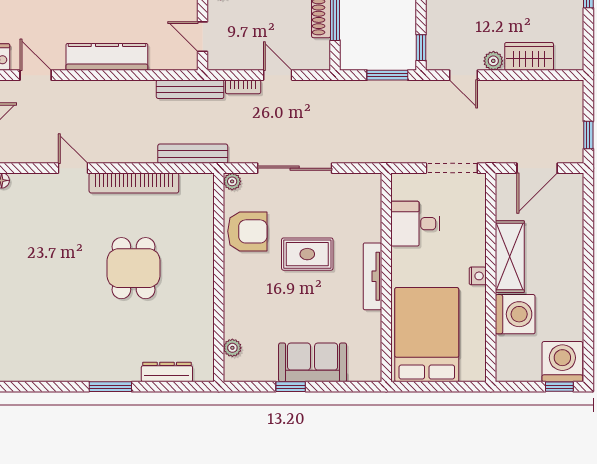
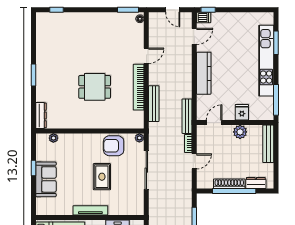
bench: (193, 154) -> (154, 104), moved
armchair: (247, 231) -> (114, 146), turned 90
dresser: (167, 372) -> (41, 115), moved

